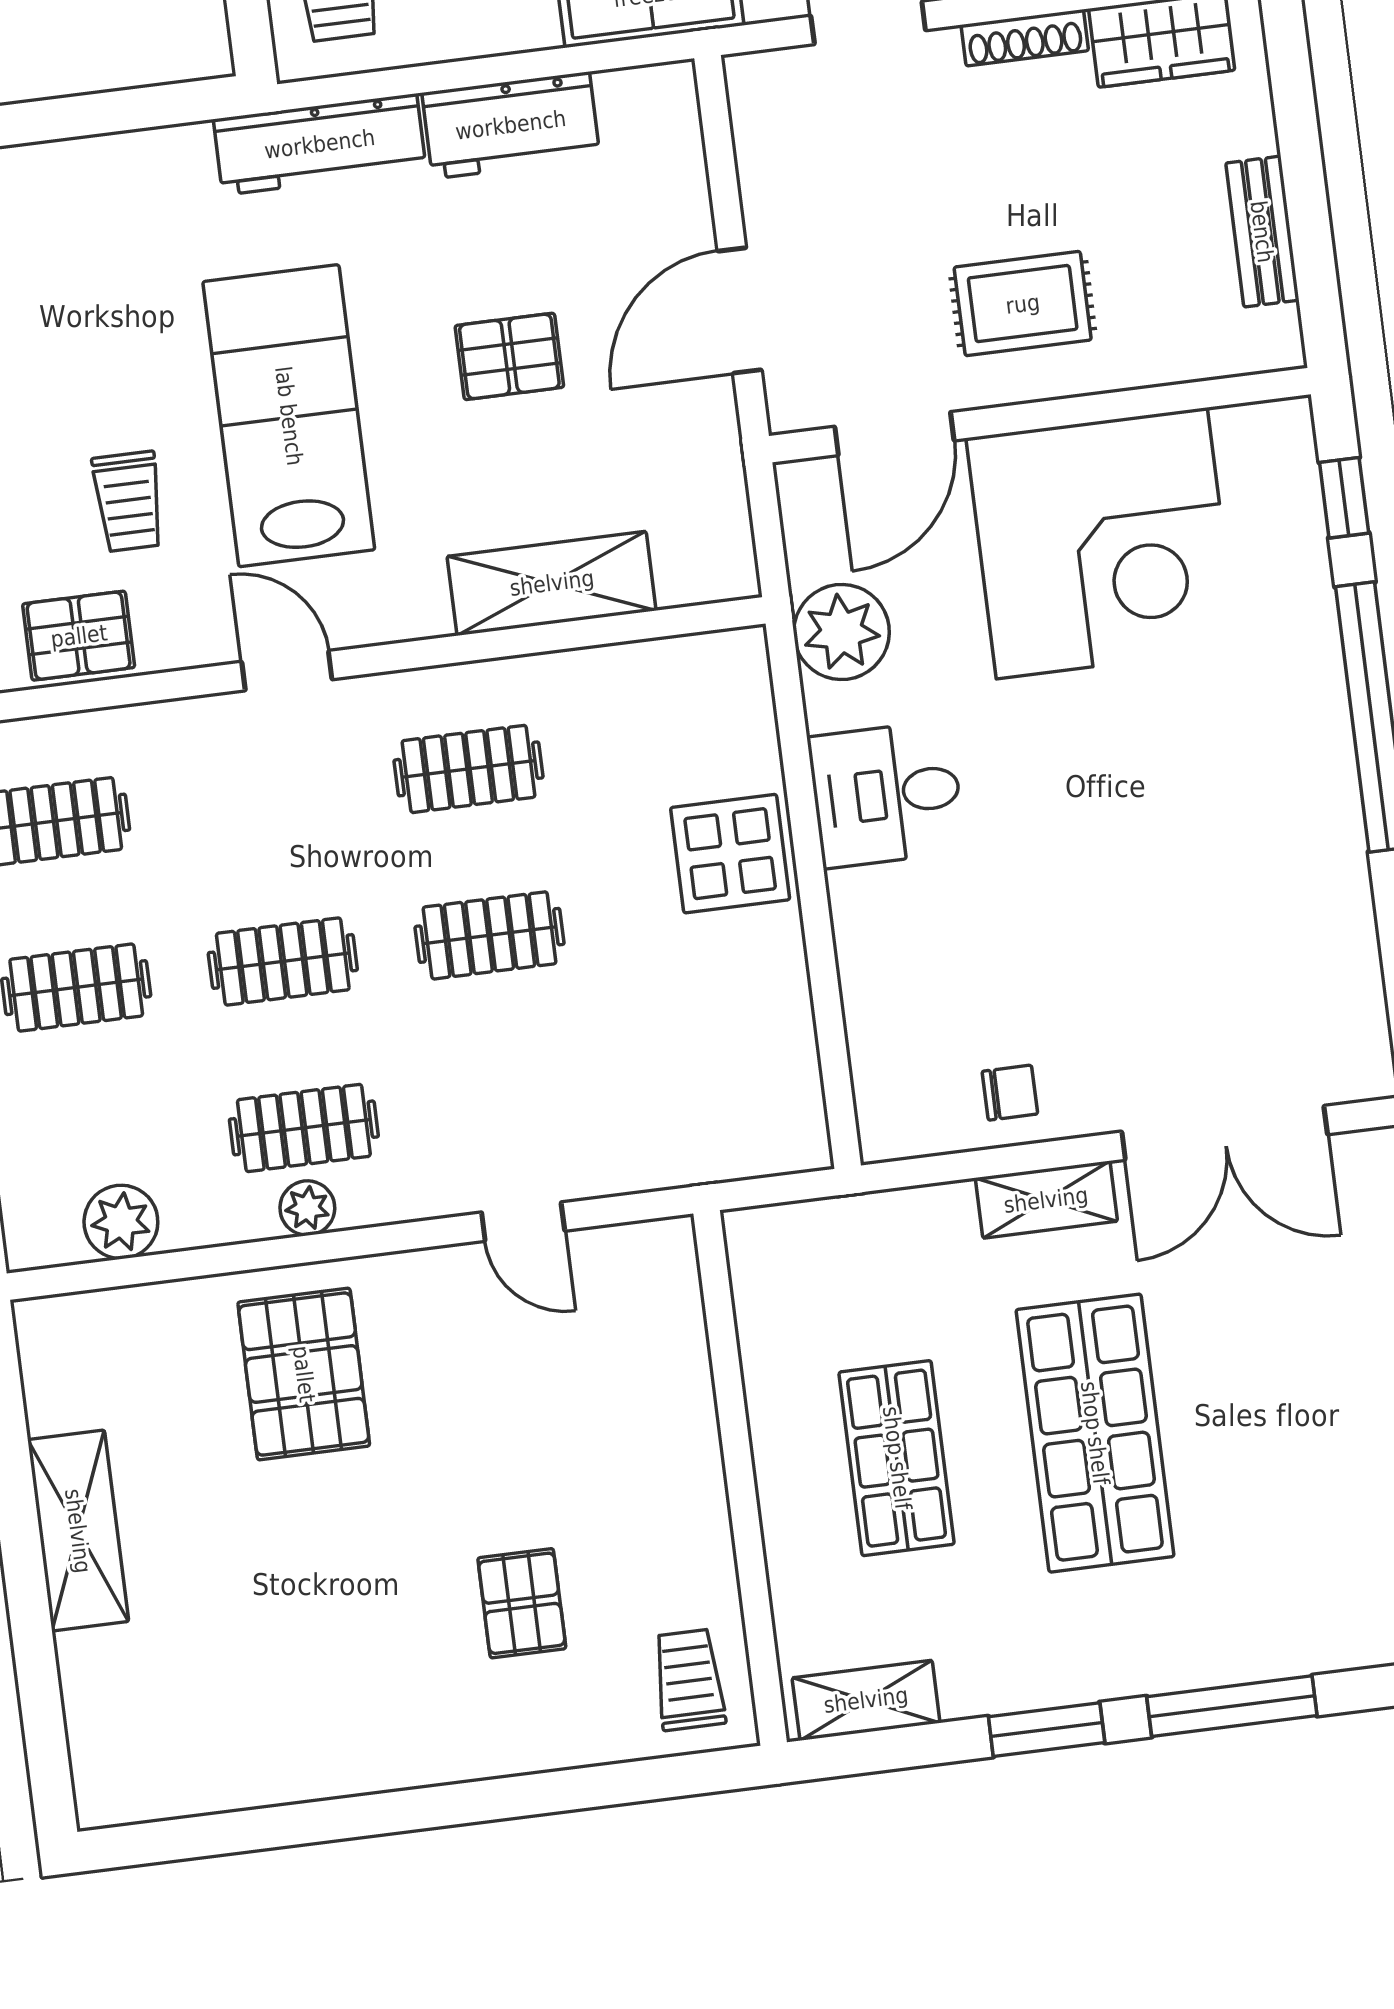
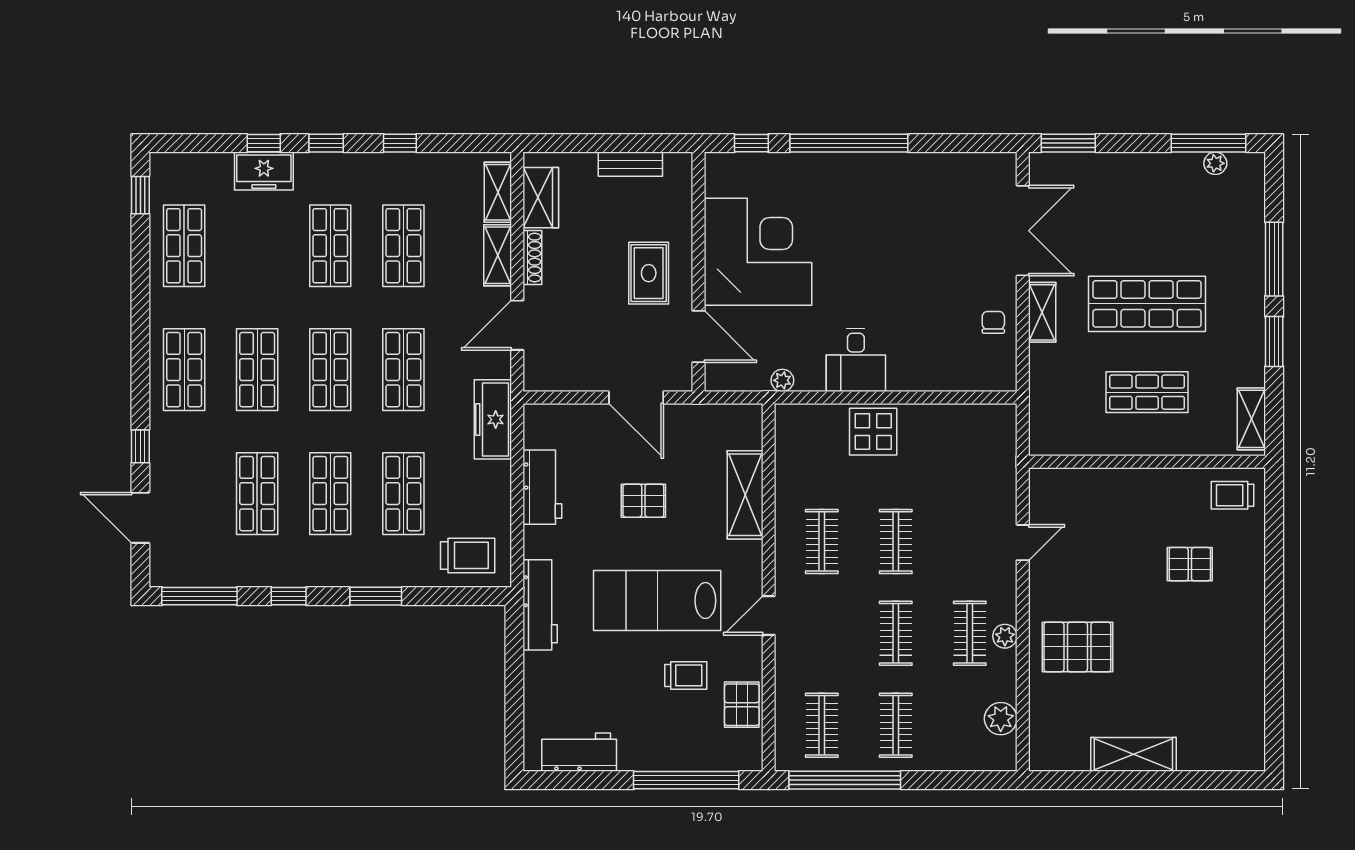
workbench: (320, 144) -> (540, 605), moved
pallet: (509, 356) -> (643, 501), turned 90
plant: (842, 632) -> (782, 380), width x0.53, depth x0.53

